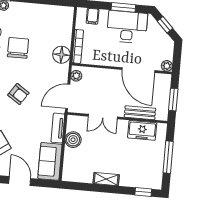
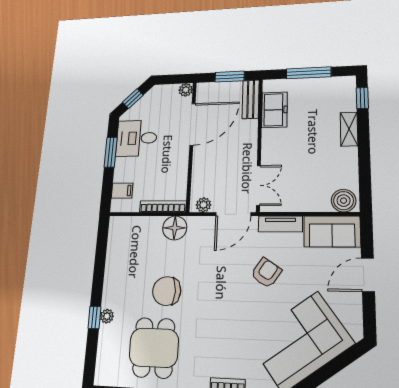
desk: (127, 27) -> (137, 138), width x0.73
armchair: (18, 94) -> (266, 273), moved
door: (68, 96) -> (233, 214), hinge flipped
bench: (140, 113) -> (251, 99), moved
double door: (103, 117) -> (258, 185), moved
boiler: (73, 140) -> (344, 201), moved
shelving: (106, 179) -> (349, 129), moved

